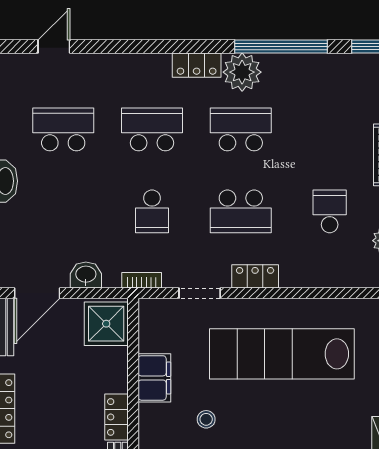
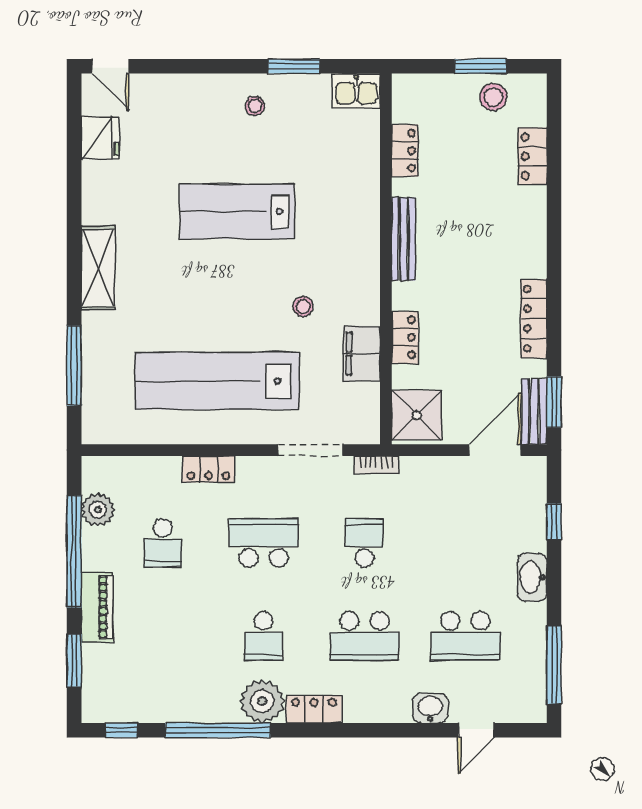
school desk: (241, 129) -> (264, 636), width x0.54
washbasin: (86, 275) -> (430, 708), moved, turned 180
locker: (255, 276) -> (208, 469), moved
doorway: (200, 293) -> (310, 450), width x1.38
lab bench: (282, 354) -> (217, 381), turned 180
locker: (116, 417) -> (405, 337), moved

